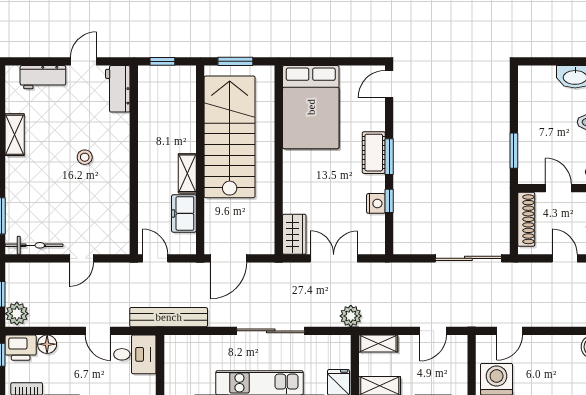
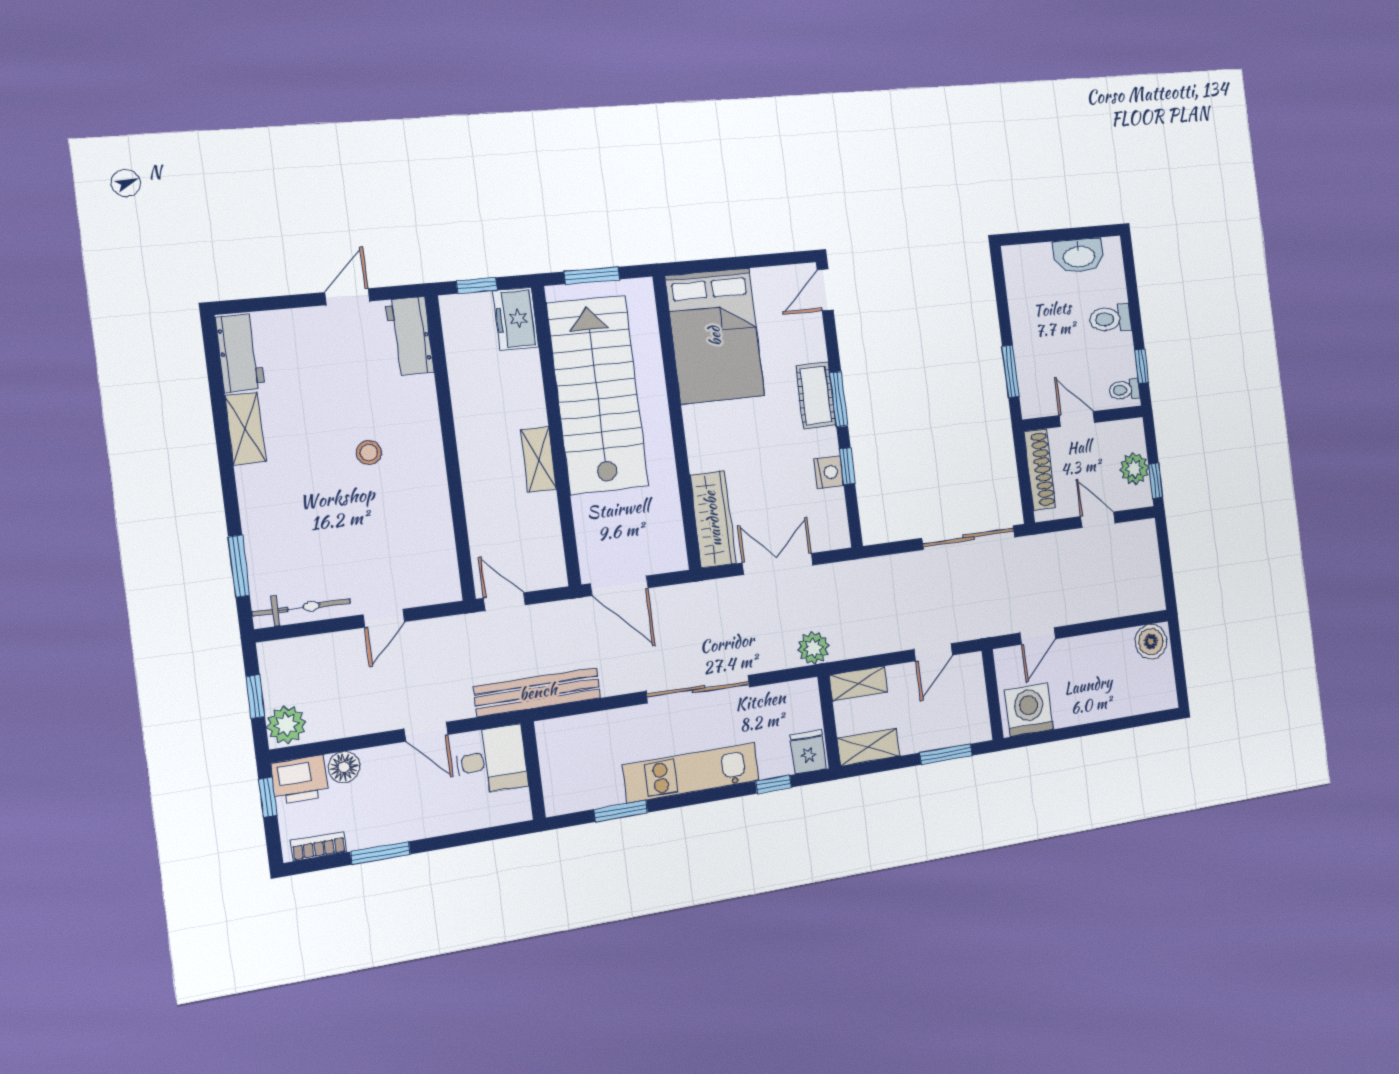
workbench: (43, 77) -> (240, 353), moved, turned -90
freezer: (184, 213) -> (516, 319), moved
wardrobe: (294, 234) -> (713, 519), width x1.50
door: (228, 258) -> (619, 586), hinge flipped

